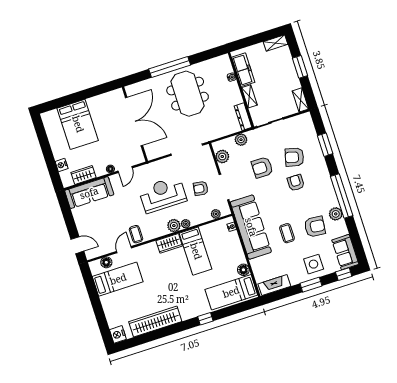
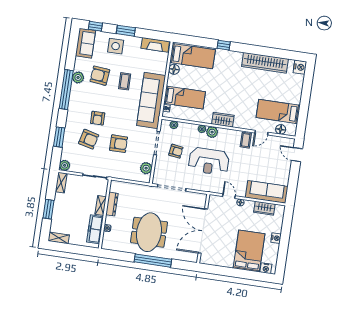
nightstand: (52, 115) -> (266, 268), added
dresser: (243, 117) -> (112, 204), moved
plant: (241, 140) -> (65, 165), moved
nightstand: (62, 165) -> (276, 238), moved
door: (125, 170) -> (229, 196), hinge flipped
bed: (196, 251) -> (185, 98), moved, turned 90

